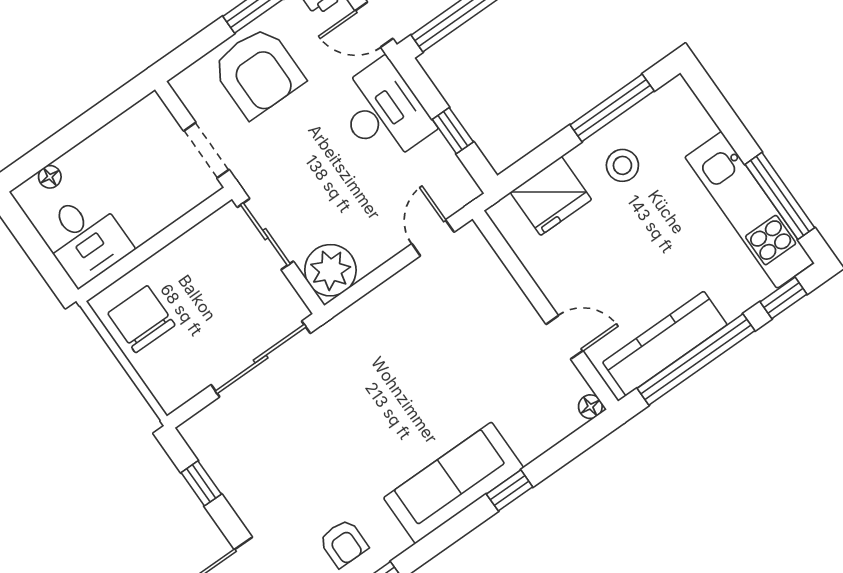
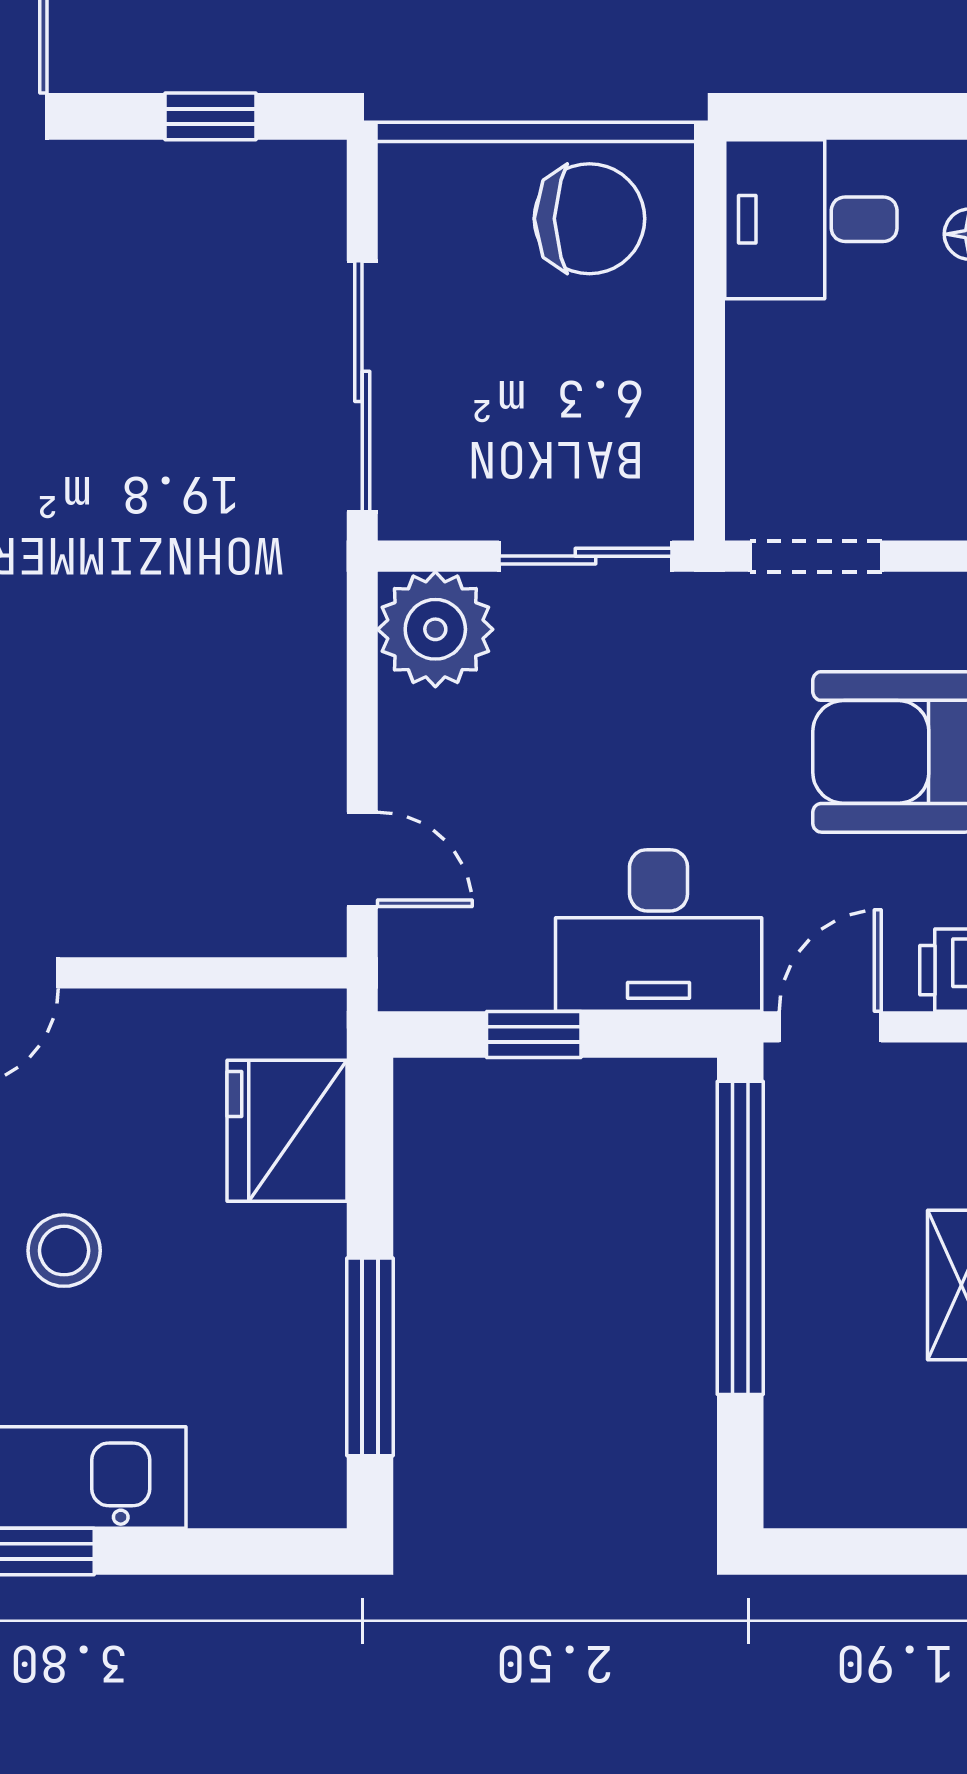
stool: (622, 165) -> (64, 1251), moved

